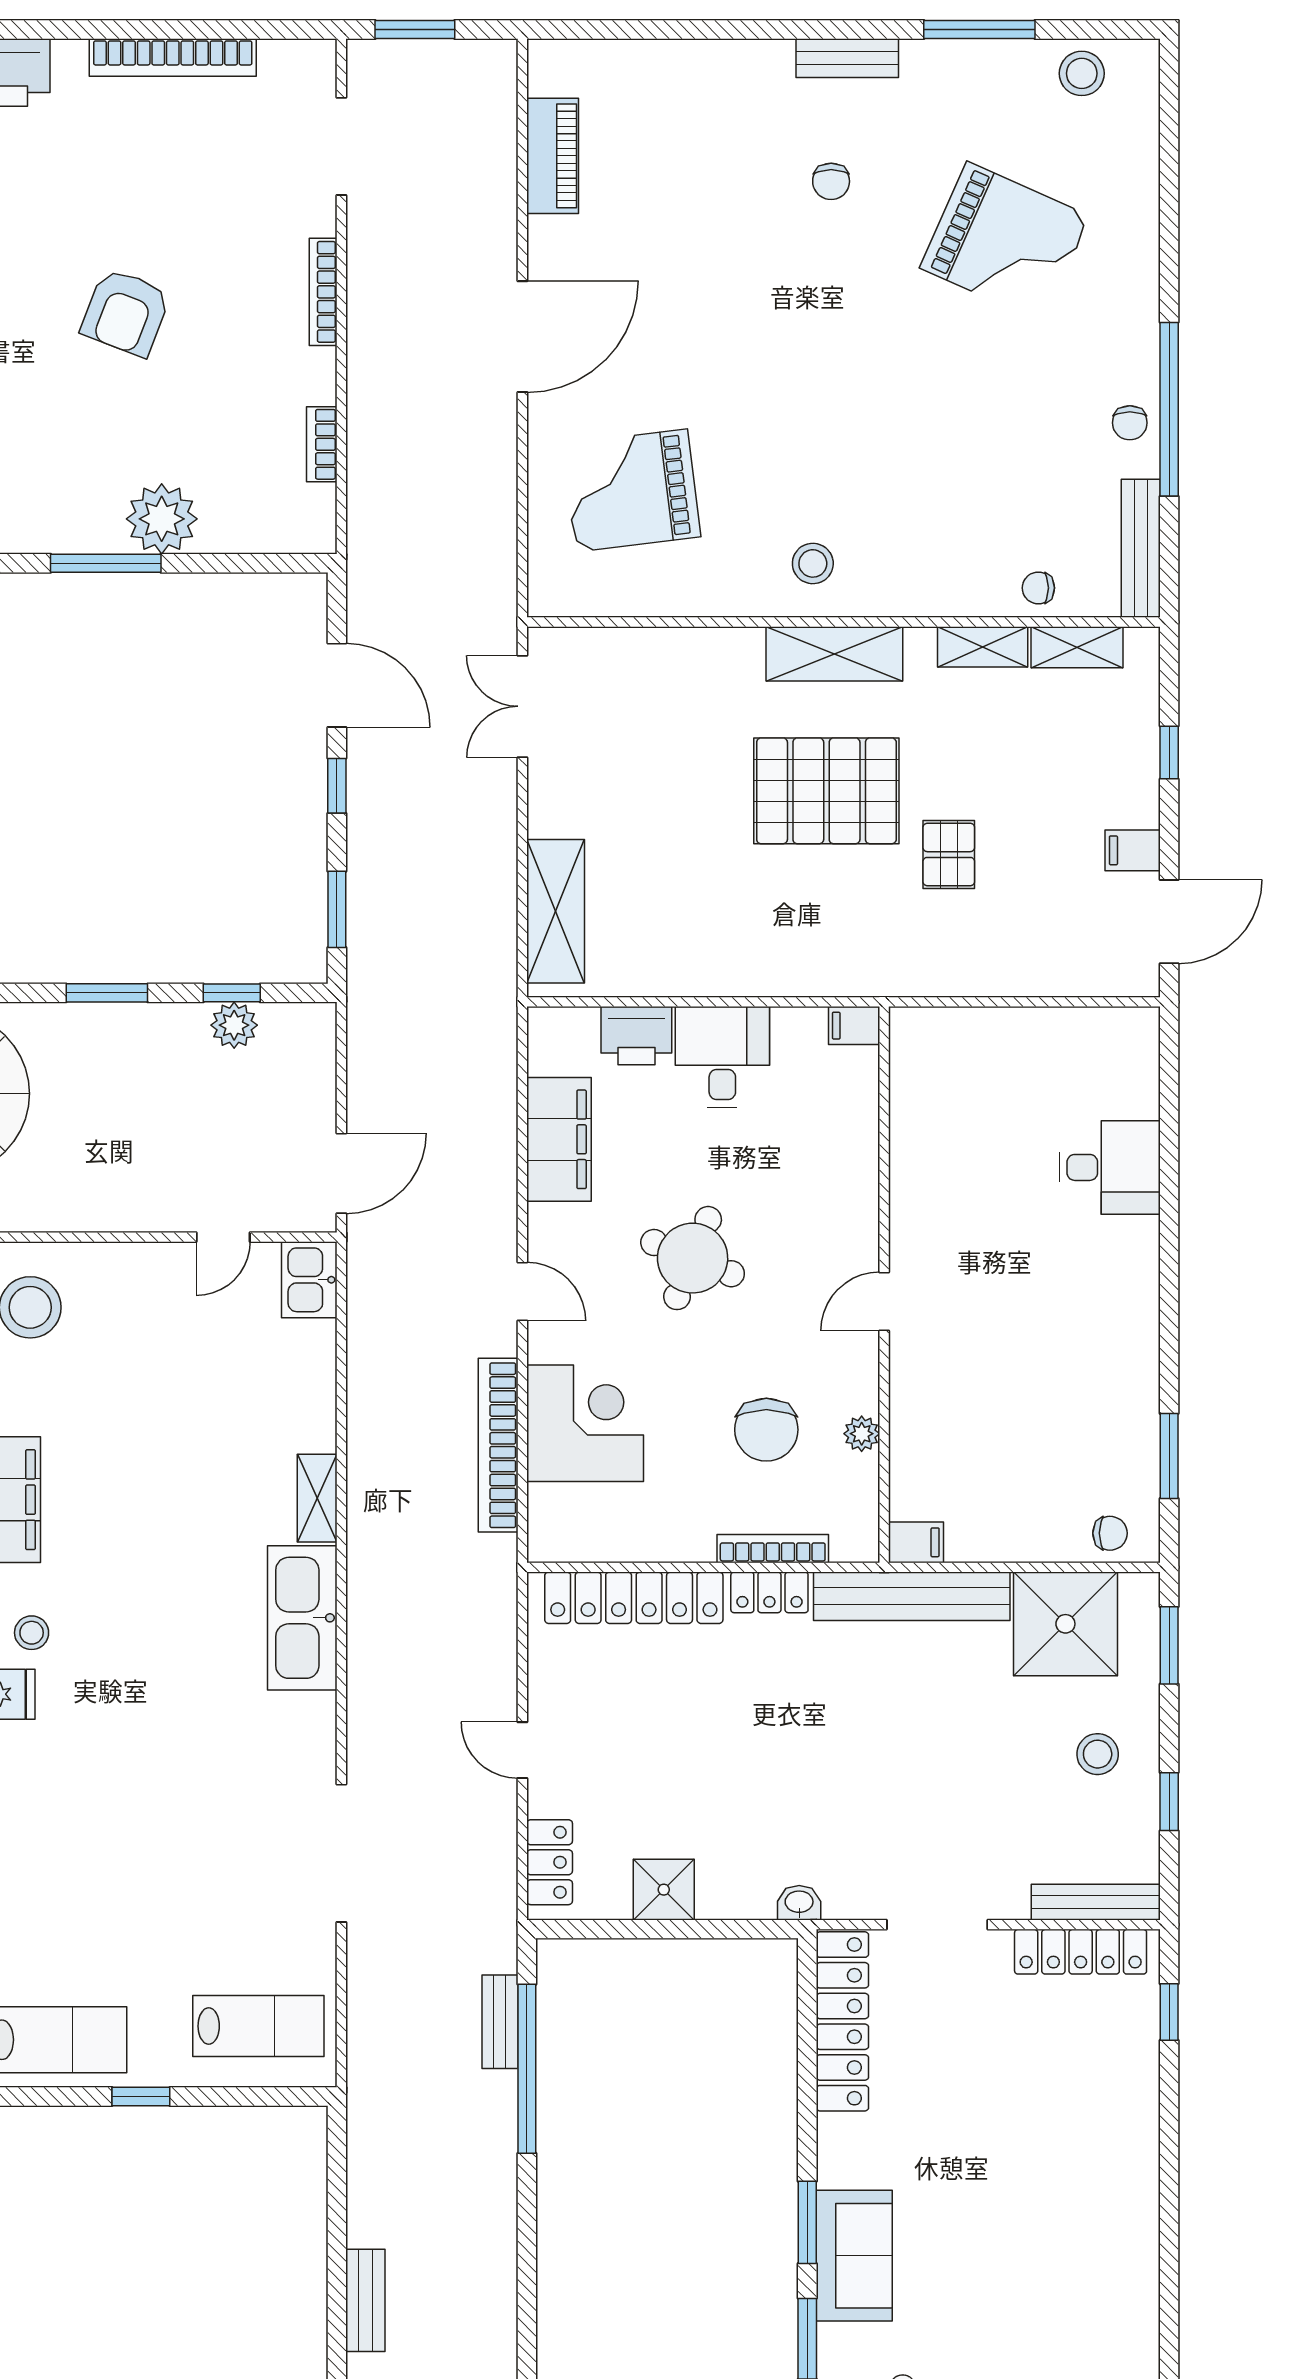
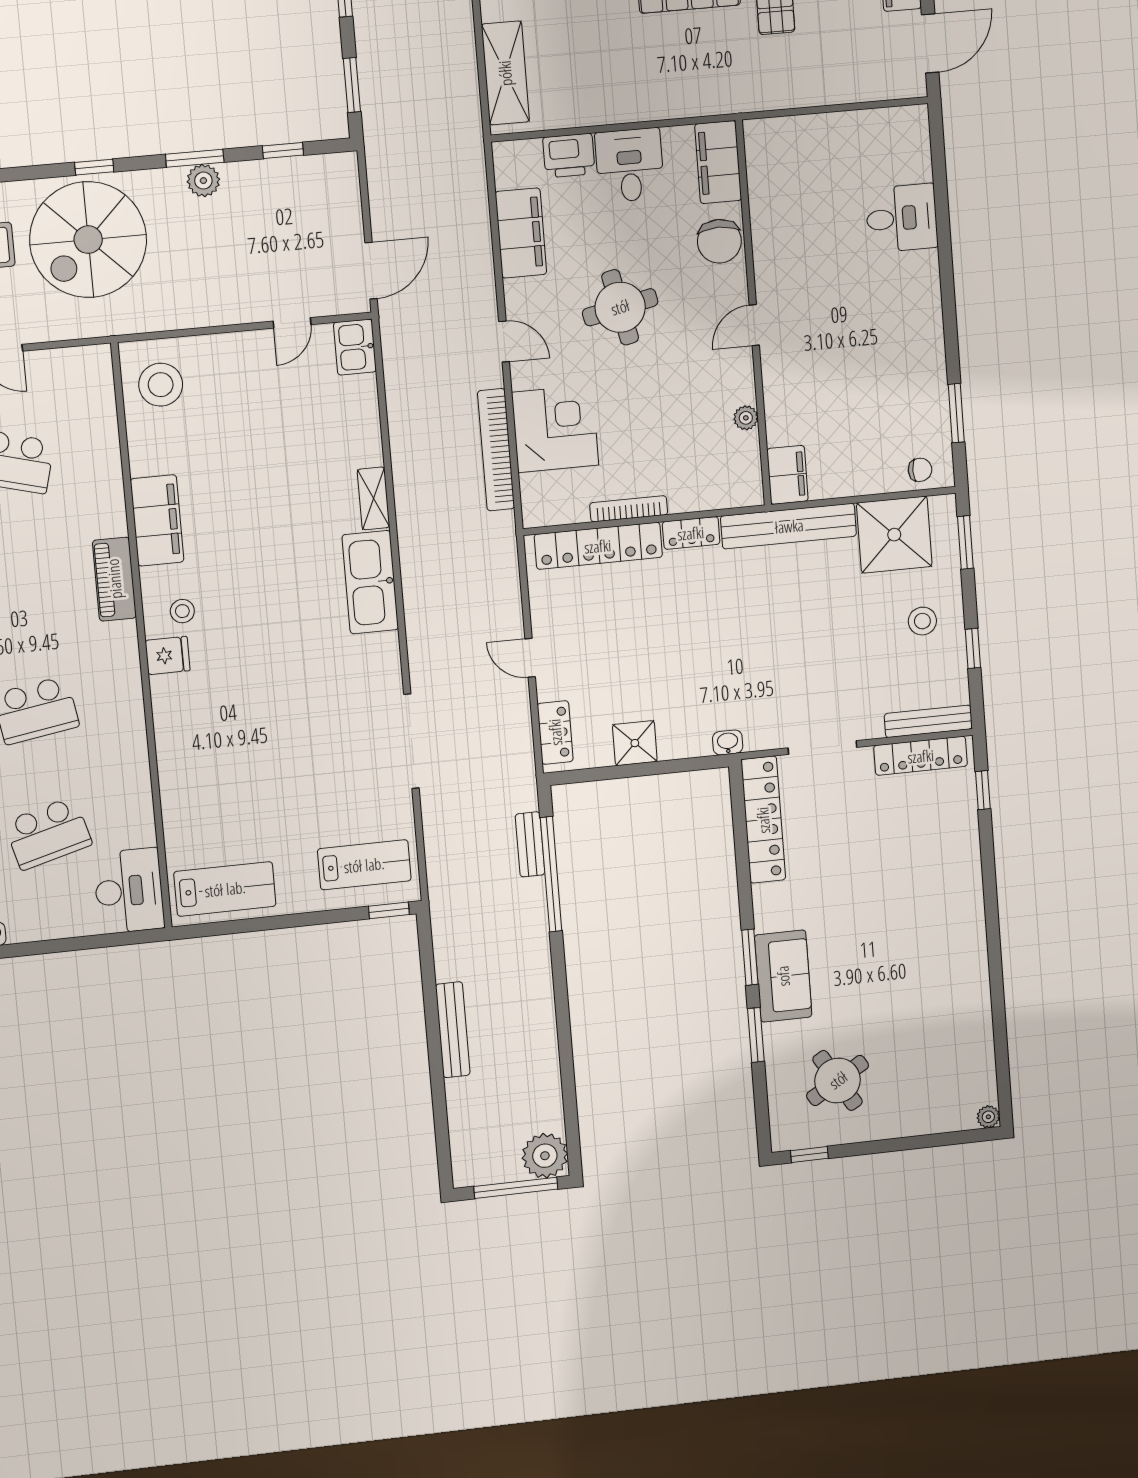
plant: (234, 1025) -> (203, 181), moved
filing cabinet: (854, 1026) -> (718, 162), width x3.00, depth x1.17
round table: (693, 1258) -> (620, 307), turned -34
chair: (766, 1430) -> (719, 241), moved
filing cabinet: (916, 1542) -> (788, 475), width x2.00
bookcase: (773, 1549) -> (629, 509), moved
window: (141, 2097) -> (389, 910), moved
bench: (365, 2300) -> (453, 1030), width x1.36

